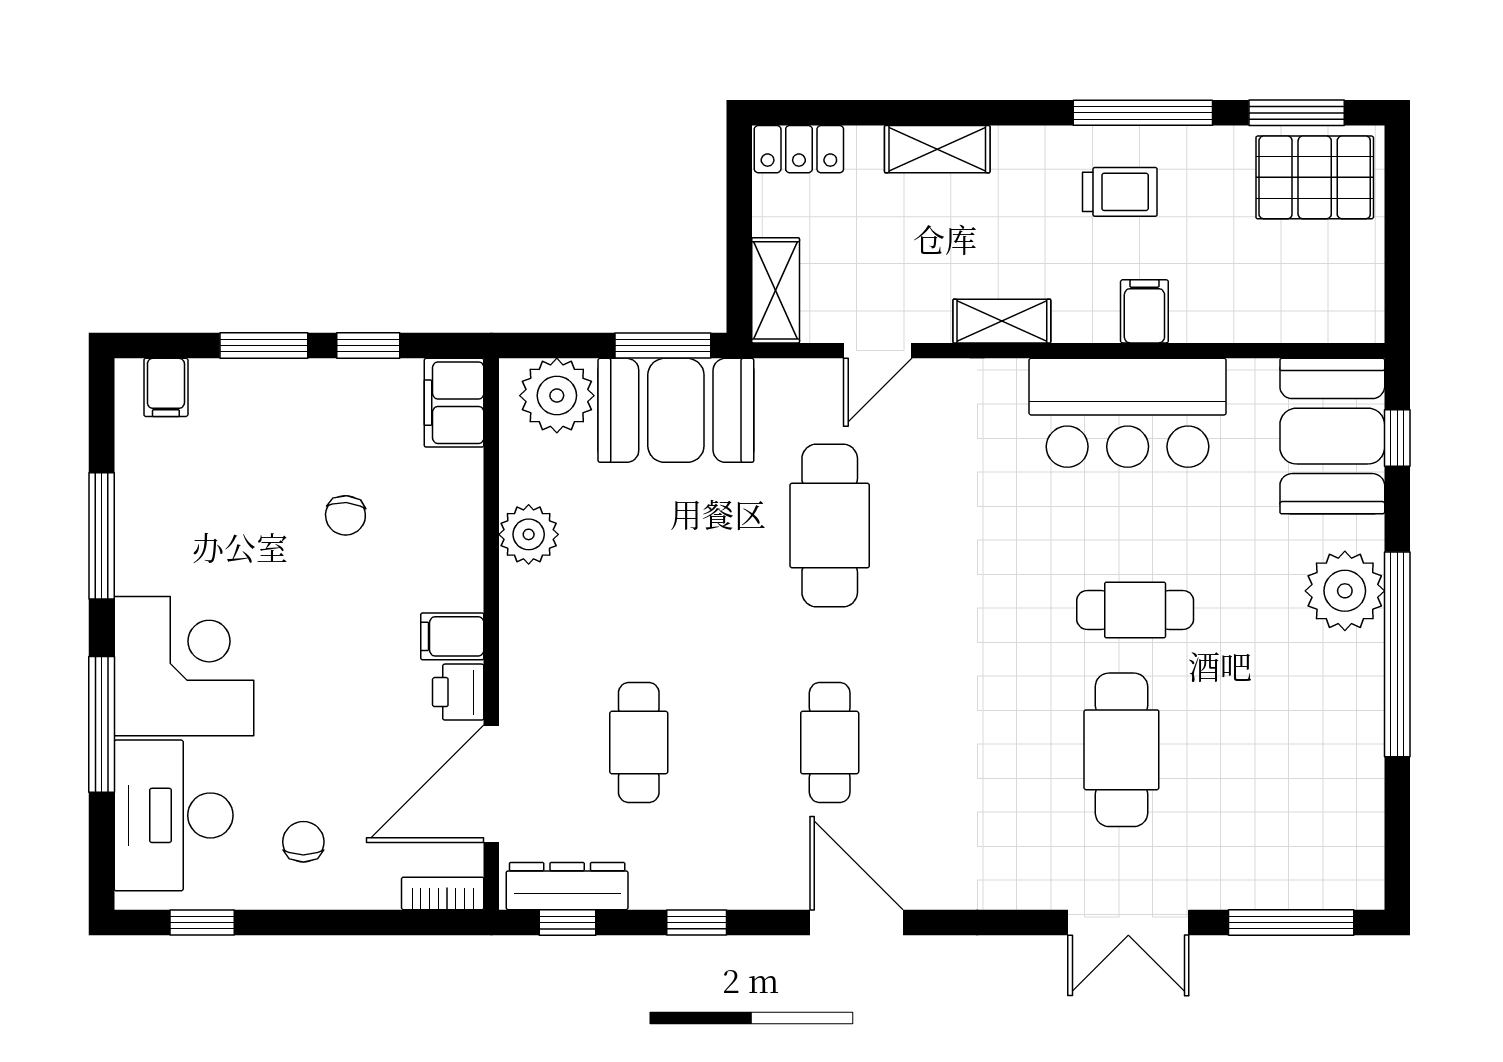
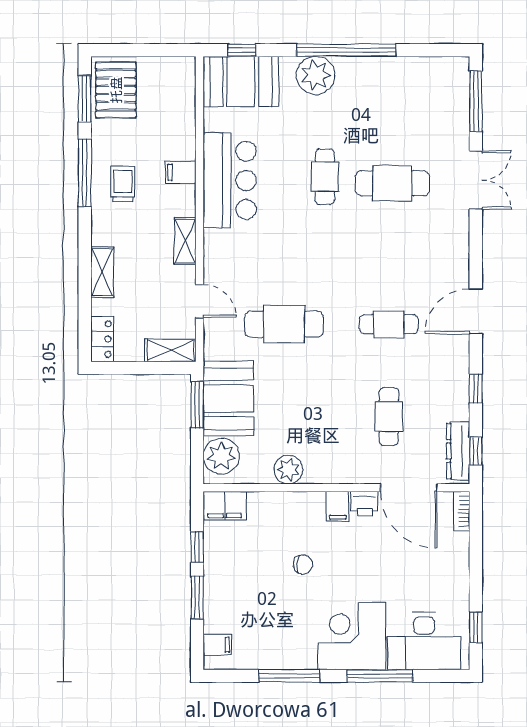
chair: (345, 515) -> (303, 565), moved
cafe table: (639, 743) -> (389, 416), turned 90
chair: (303, 842) -> (437, 578), removed

